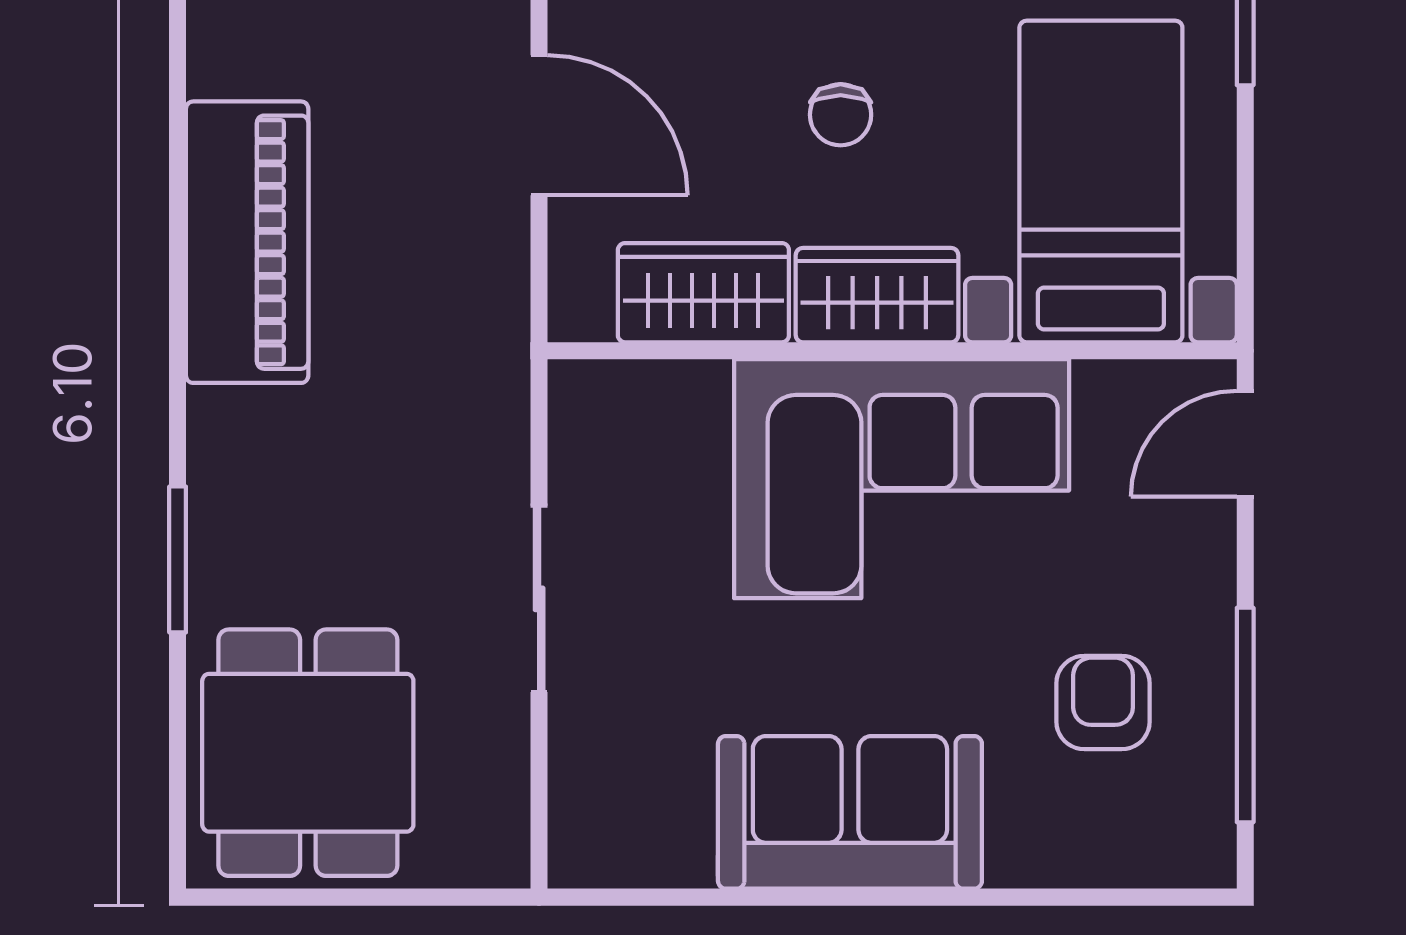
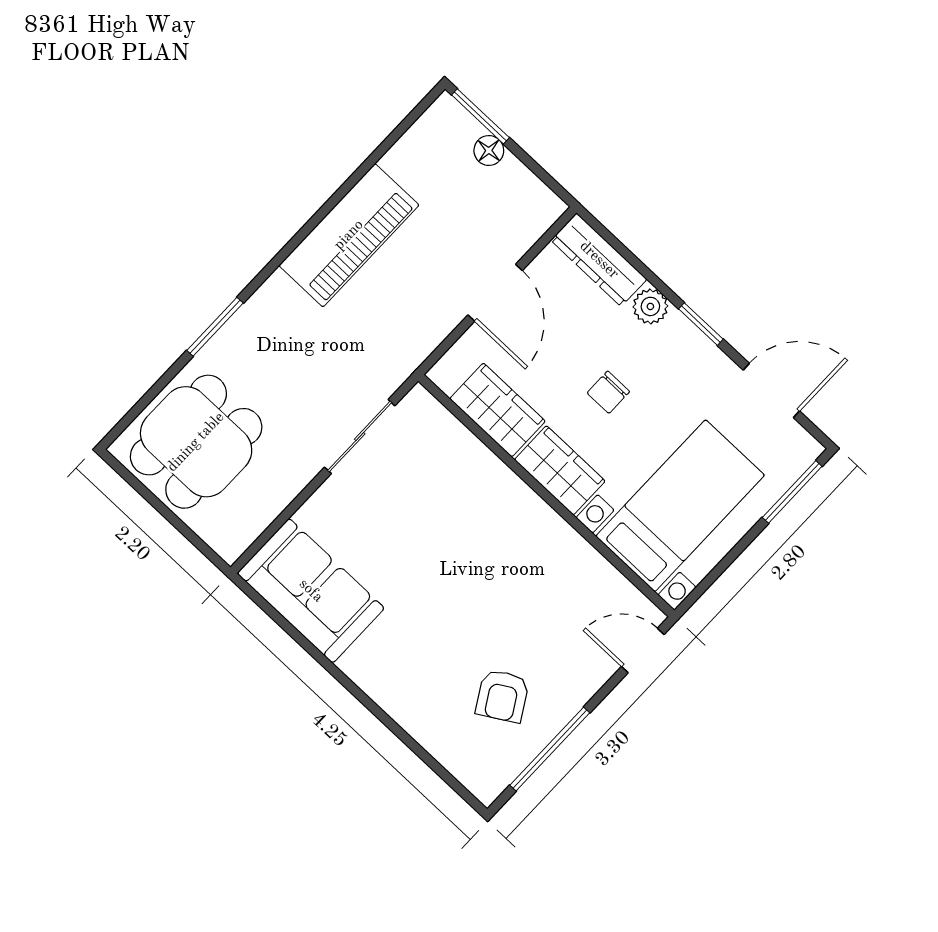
corner sofa: (902, 479) -> (506, 545), removed
sliding door: (539, 599) -> (360, 437), moved
armchair: (1103, 703) -> (502, 696), turned 149
sofa: (850, 812) -> (311, 591), moved

